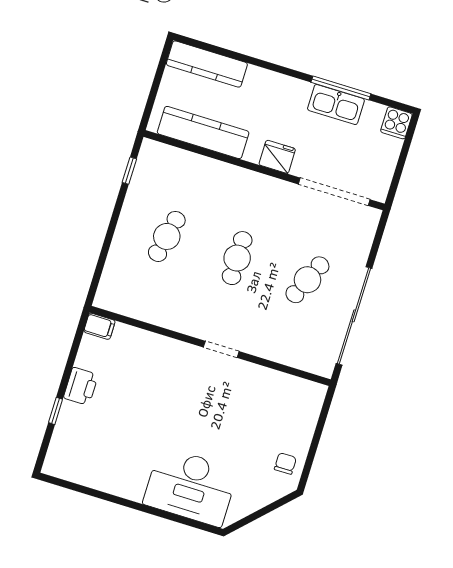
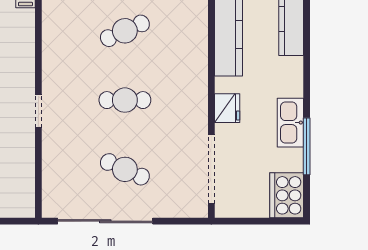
kitchen sink: (336, 105) -> (290, 123), moved
cooker: (396, 123) -> (287, 195), width x1.87, depth x1.31
cafe table: (167, 236) -> (125, 31), turned -36

